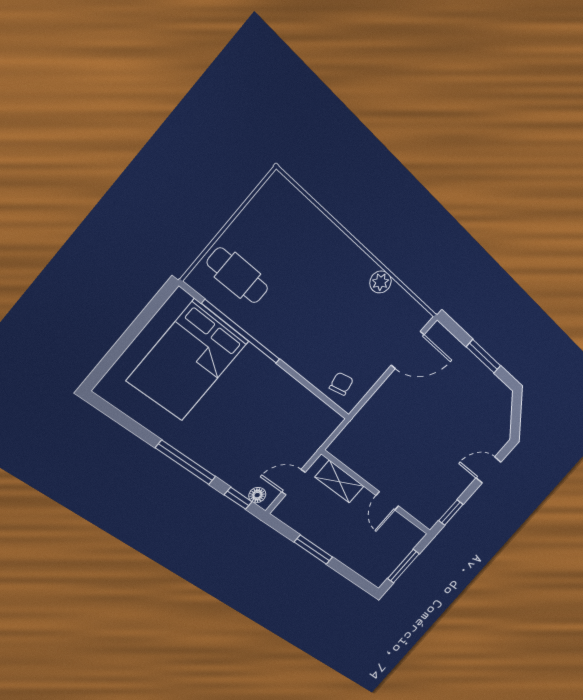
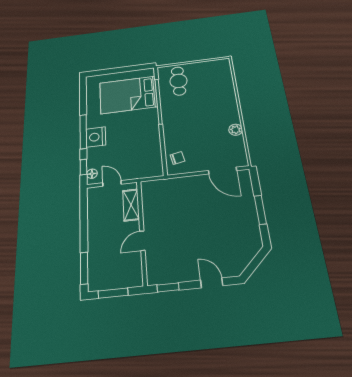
nightstand: (211, 453) -> (96, 137), added
window: (313, 550) -> (84, 268), moved

